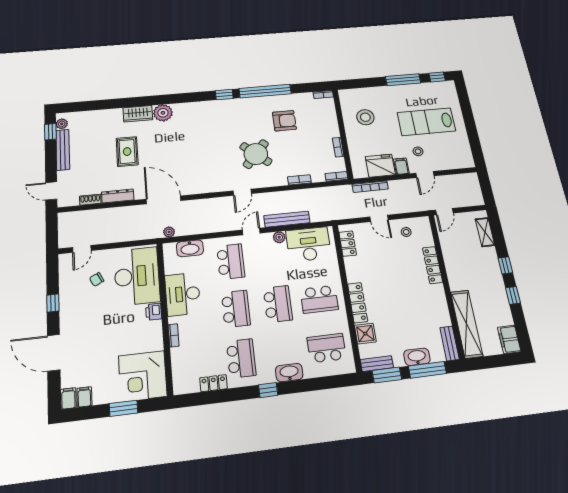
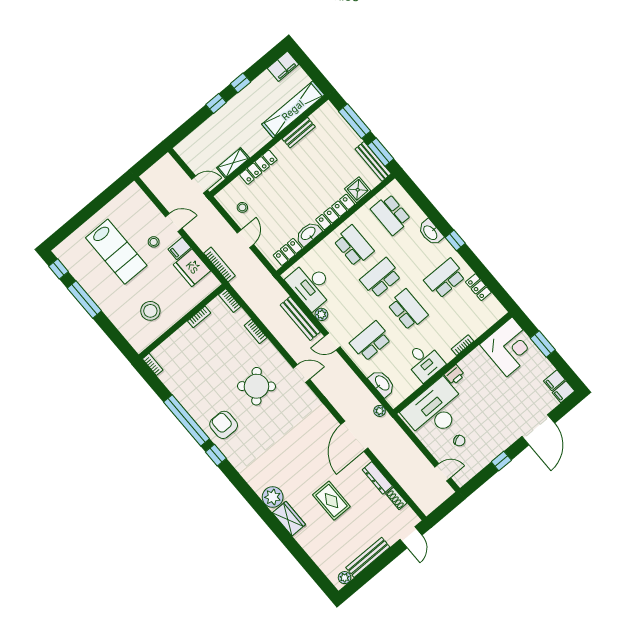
armchair: (284, 121) -> (224, 425), moved
window: (50, 132) -> (359, 582), removed
rug: (127, 152) -> (331, 501), turned 90
shelving: (485, 232) -> (233, 163), moved
desk: (183, 294) -> (424, 362), width x0.73
school desk: (236, 309) -> (408, 310), turned 90
bench: (450, 343) -> (299, 133), moved
washbasin: (417, 357) -> (308, 234), moved, turned 90
bench: (377, 364) -> (373, 161), width x1.36

